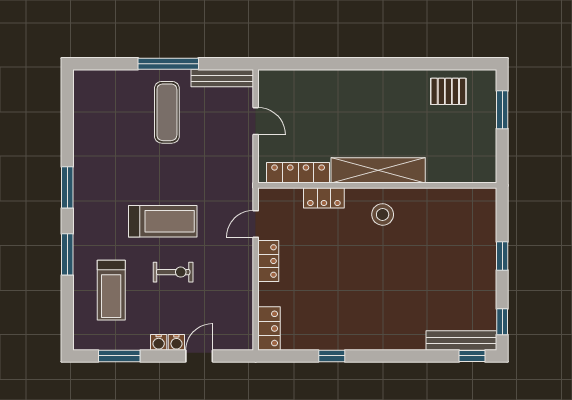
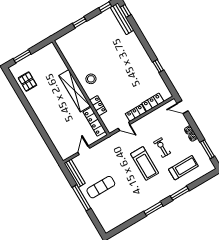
treadmill: (163, 221) -> (145, 163), turned 180
locker: (269, 328) -> (153, 102), moved
door: (199, 356) -> (183, 107), moved

